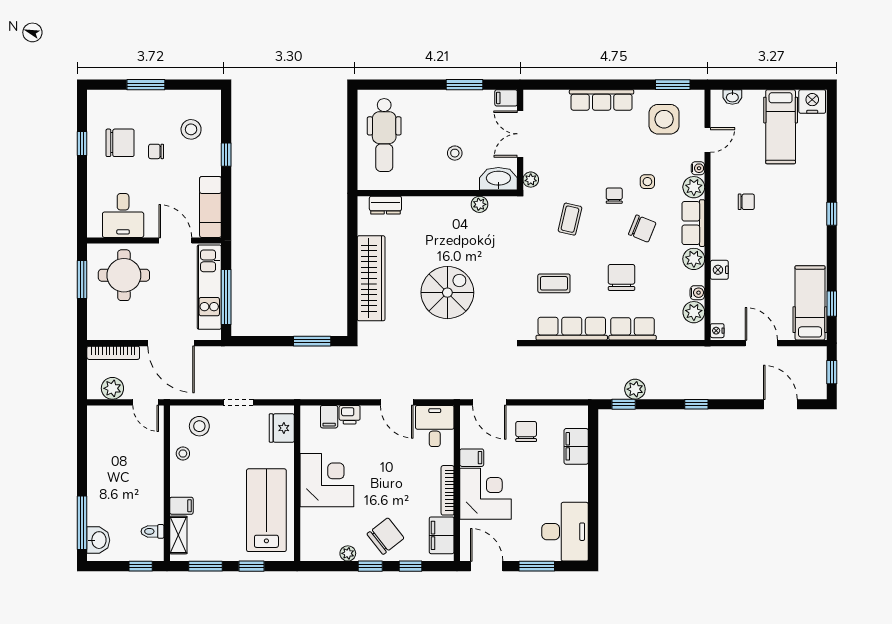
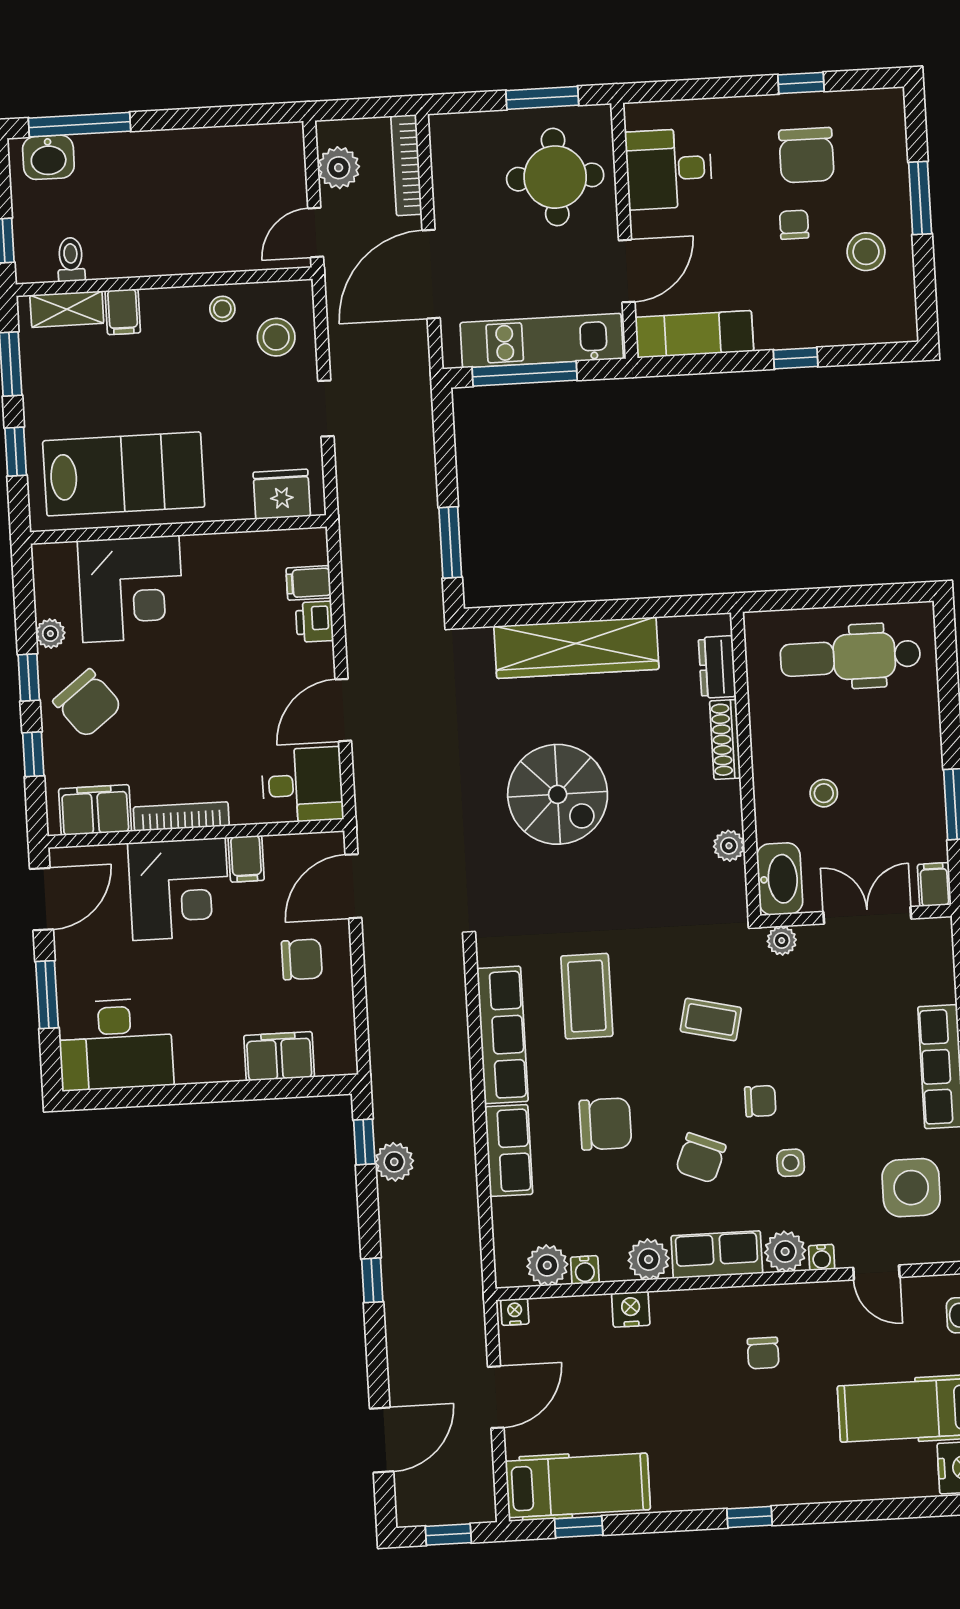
stool: (191, 129) -> (866, 252), moved
shoe rack: (424, 203) -> (725, 739), added
coffee table: (554, 283) -> (587, 996), width x1.36, depth x1.30
corner desk: (327, 480) -> (131, 589), moved

